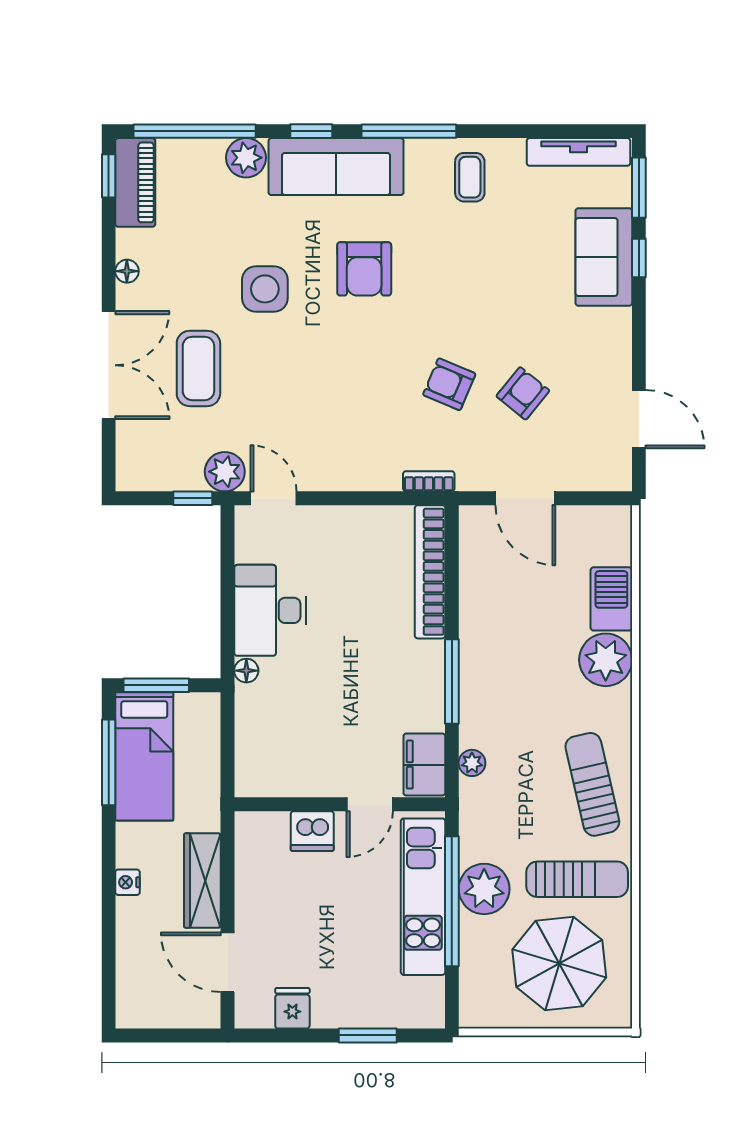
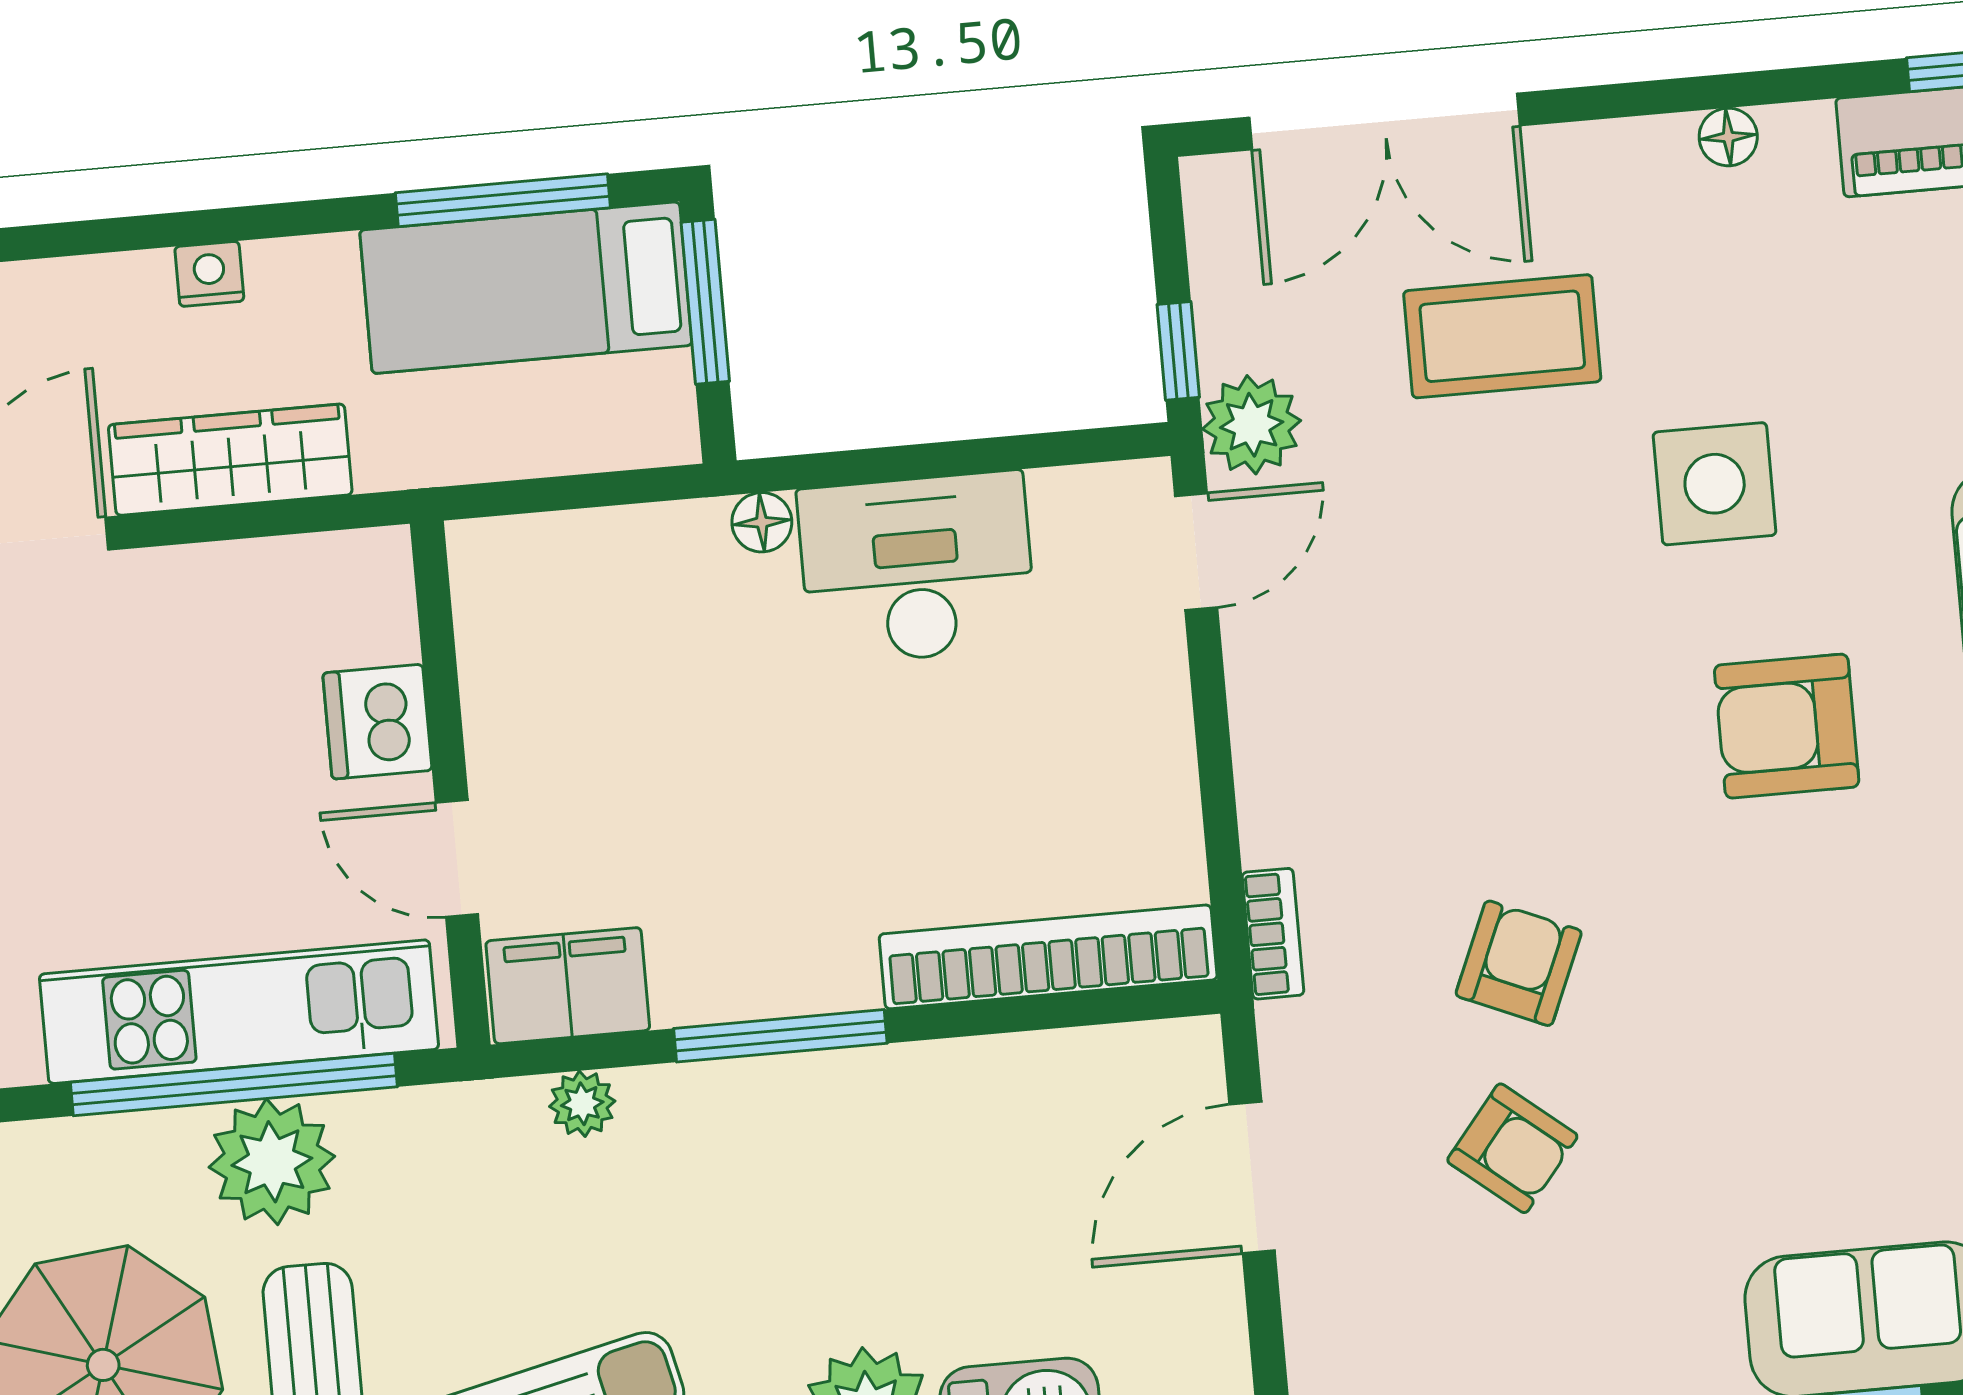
double door: (109, 365) -> (1385, 121), moved

